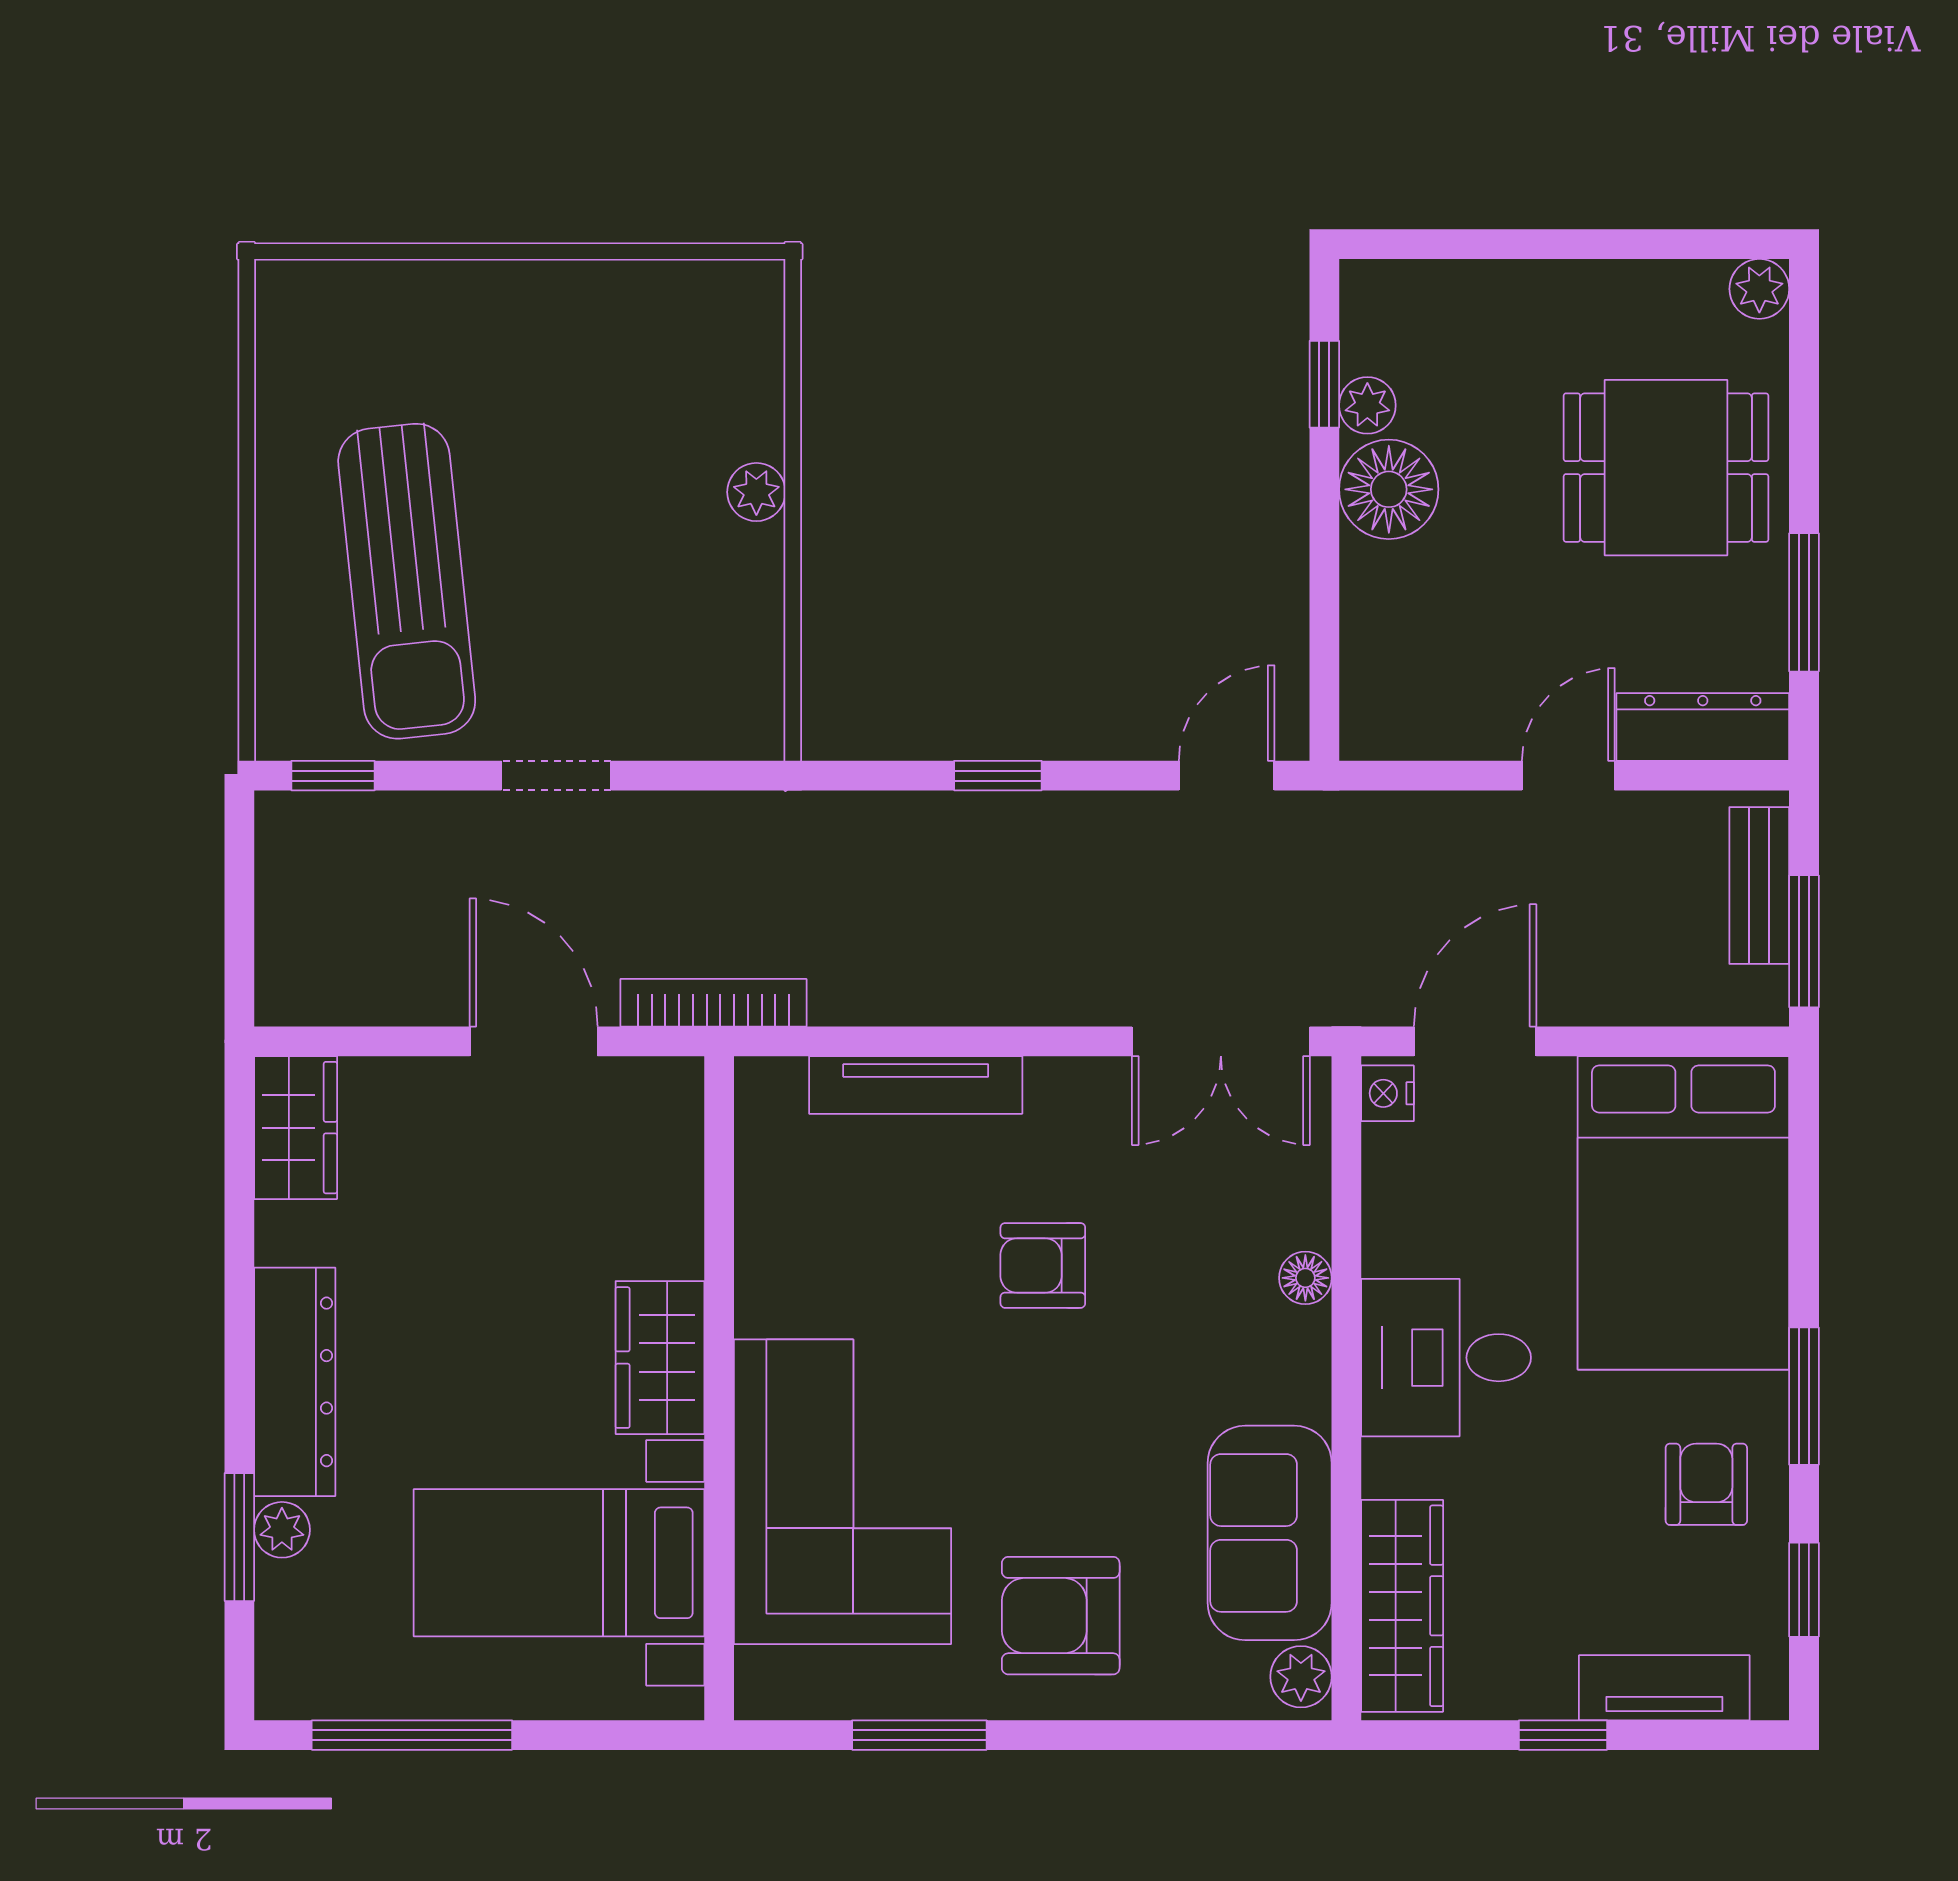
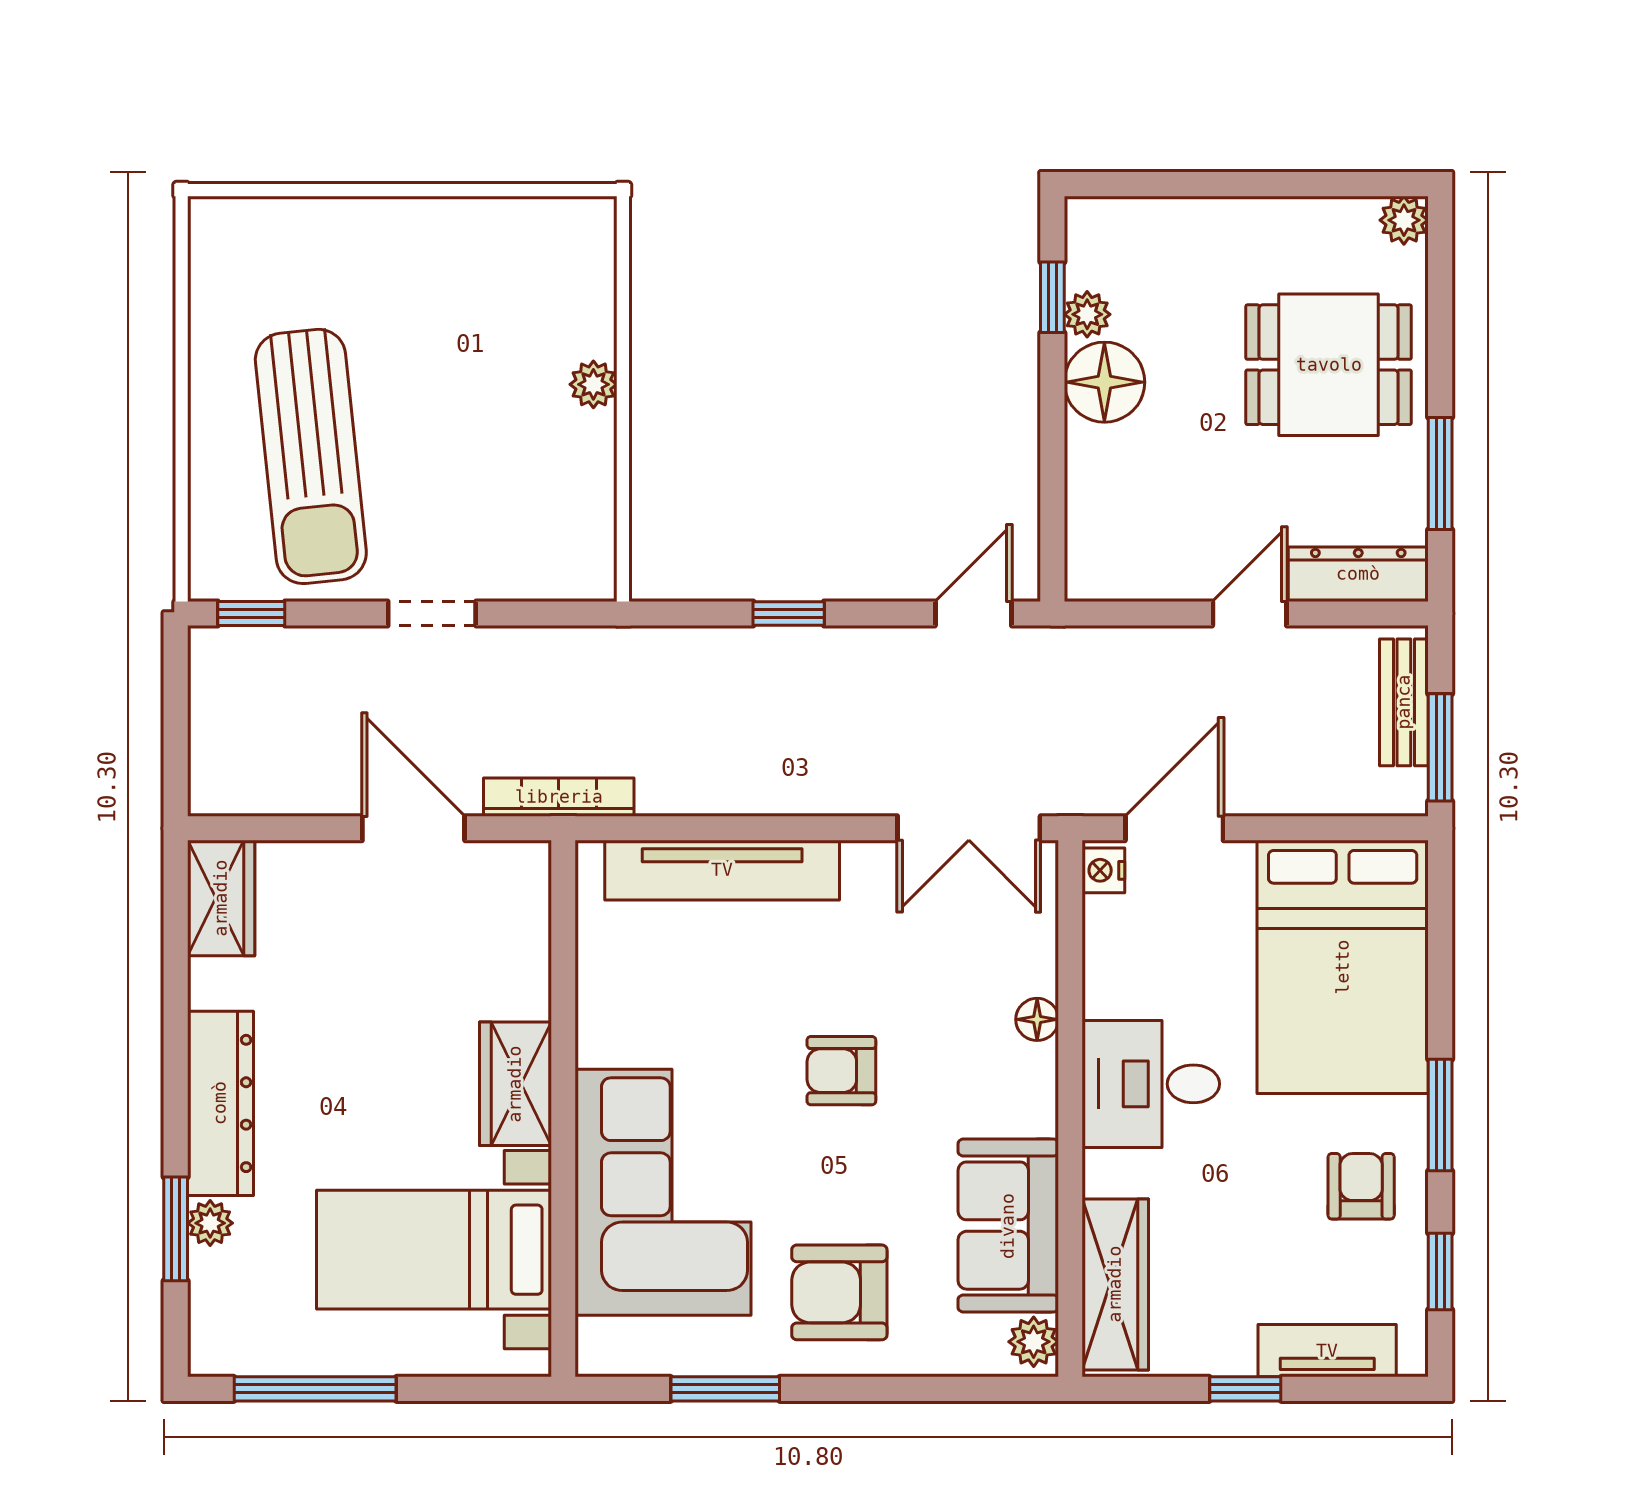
tv unit: (916, 1085) -> (722, 870), width x1.36, depth x1.29
armchair: (1043, 1265) -> (841, 1071), moved

